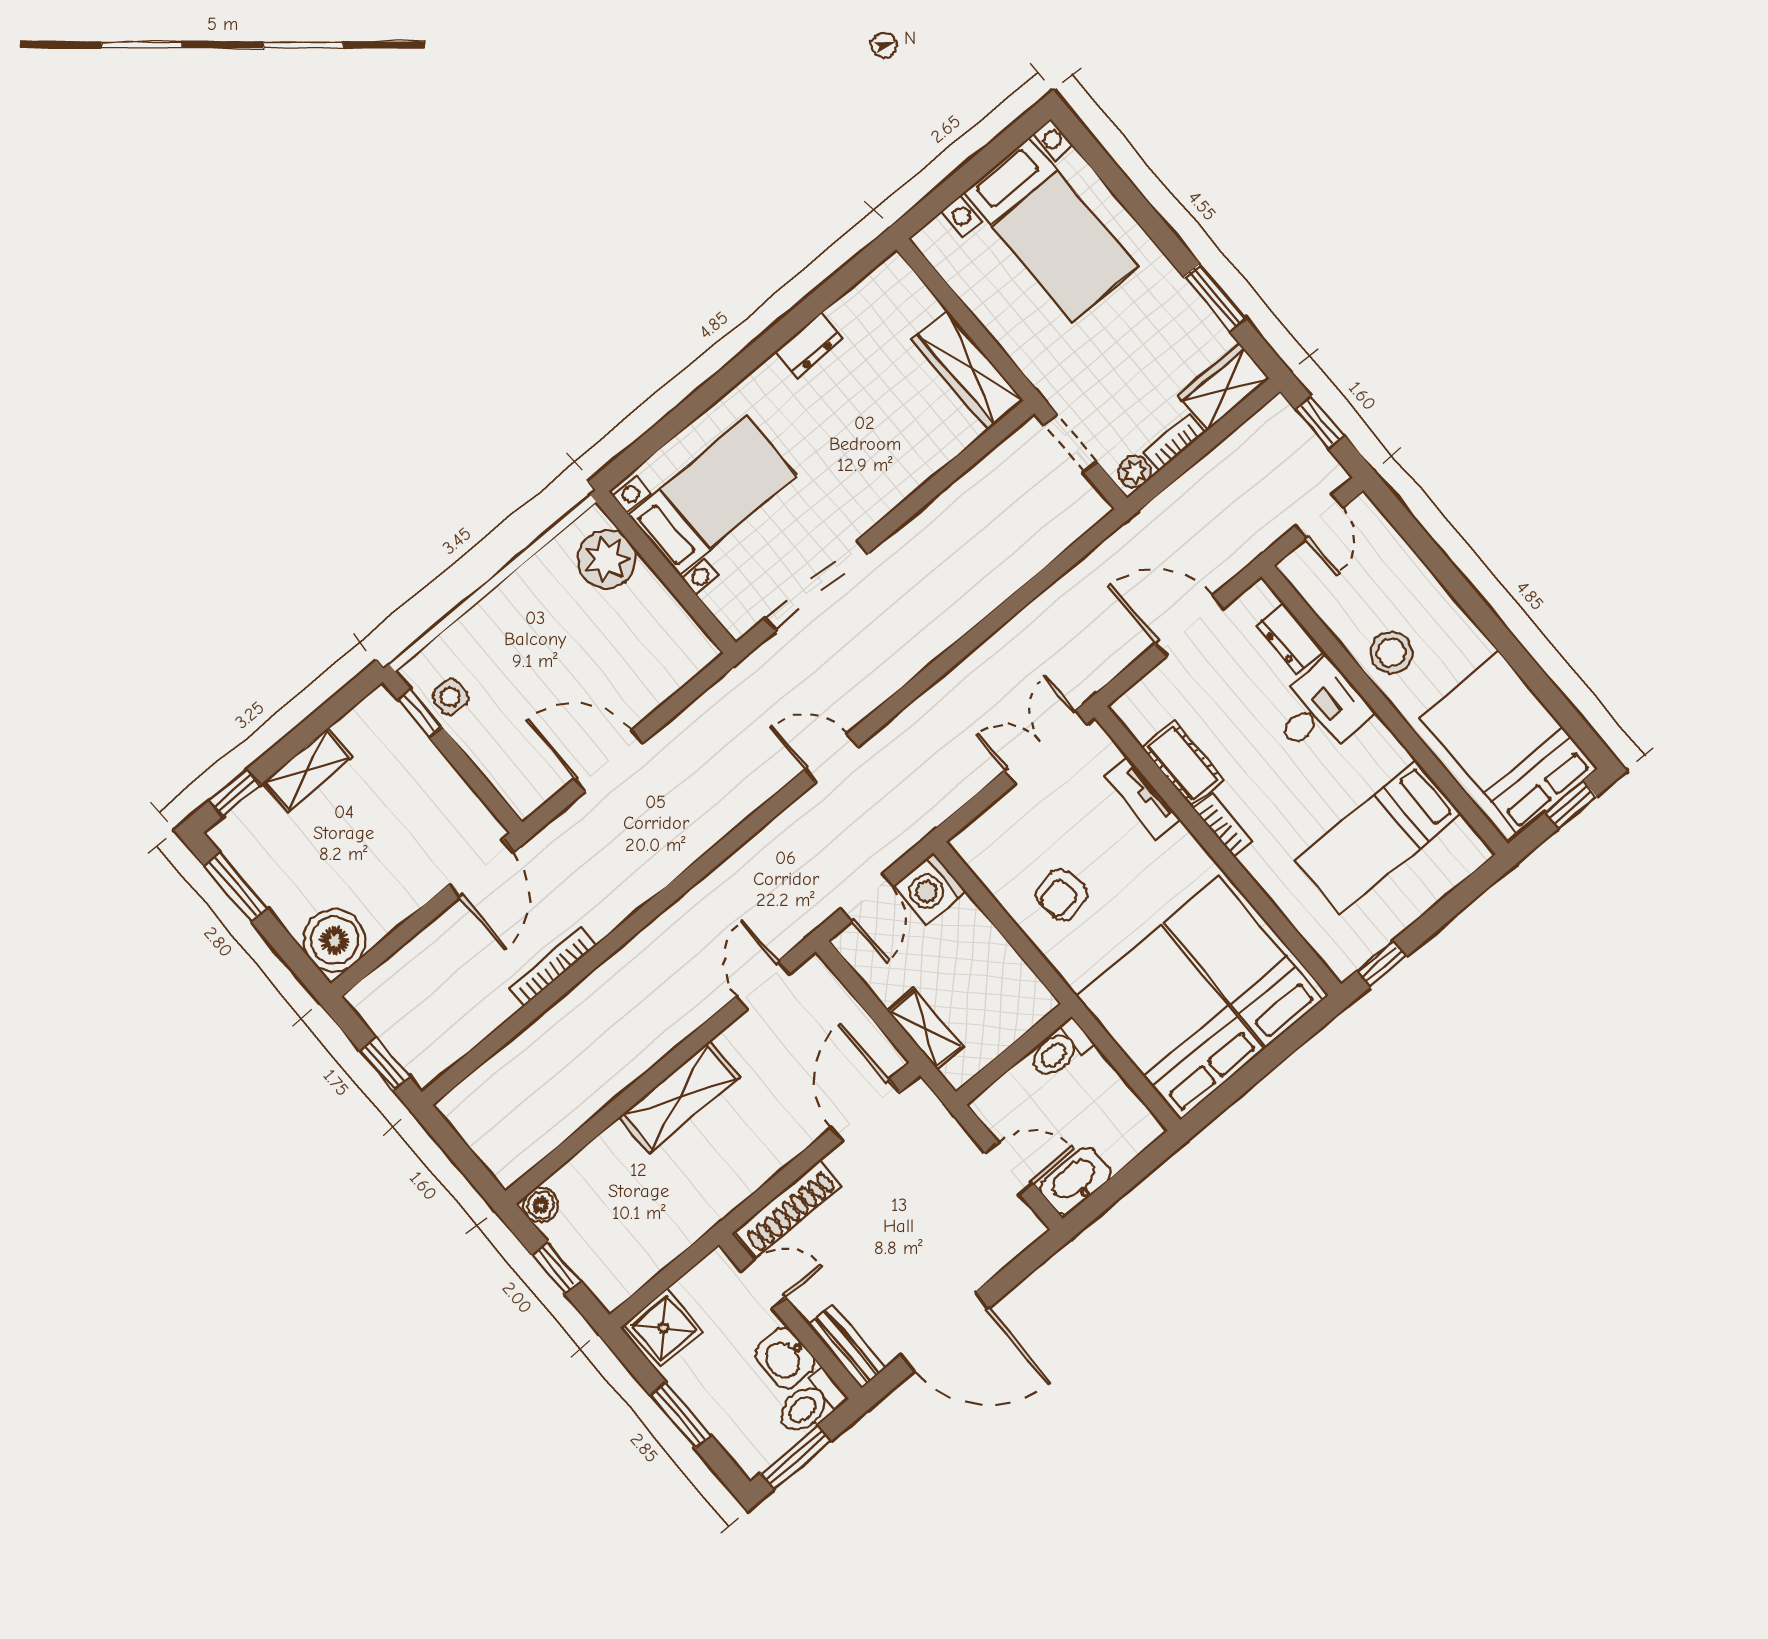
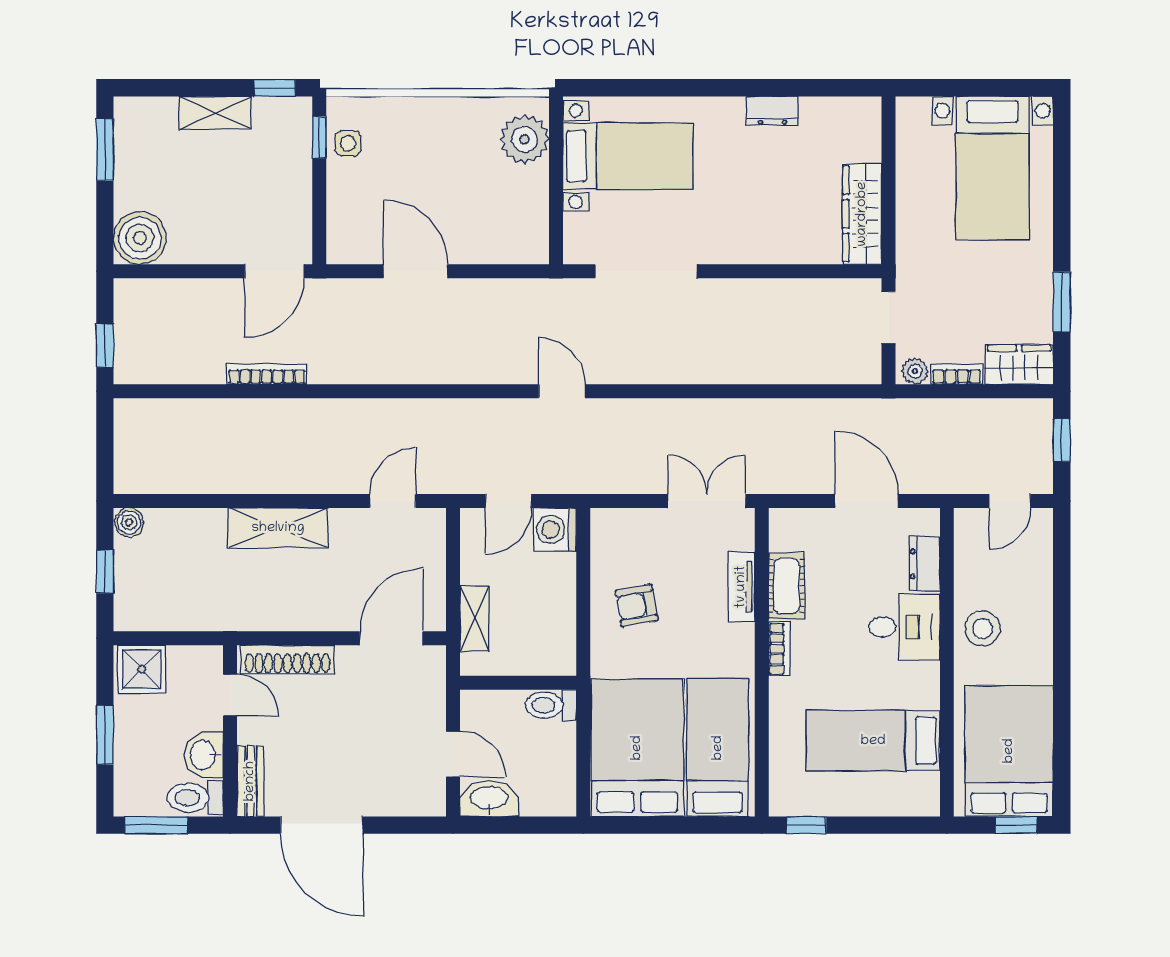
window: (235, 793) -> (275, 88), moved

